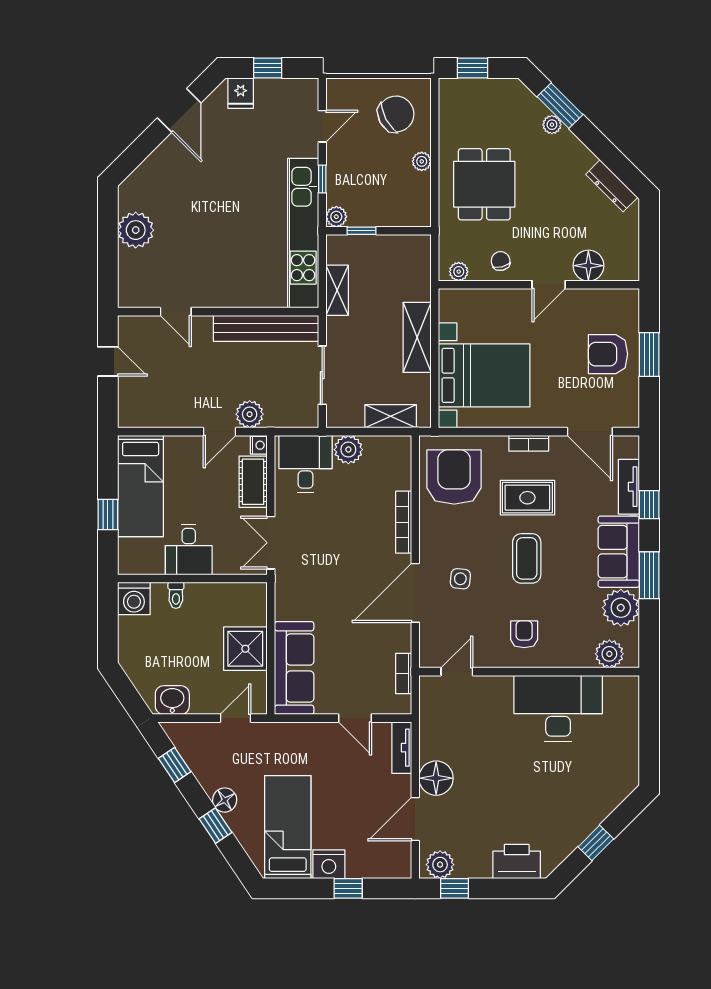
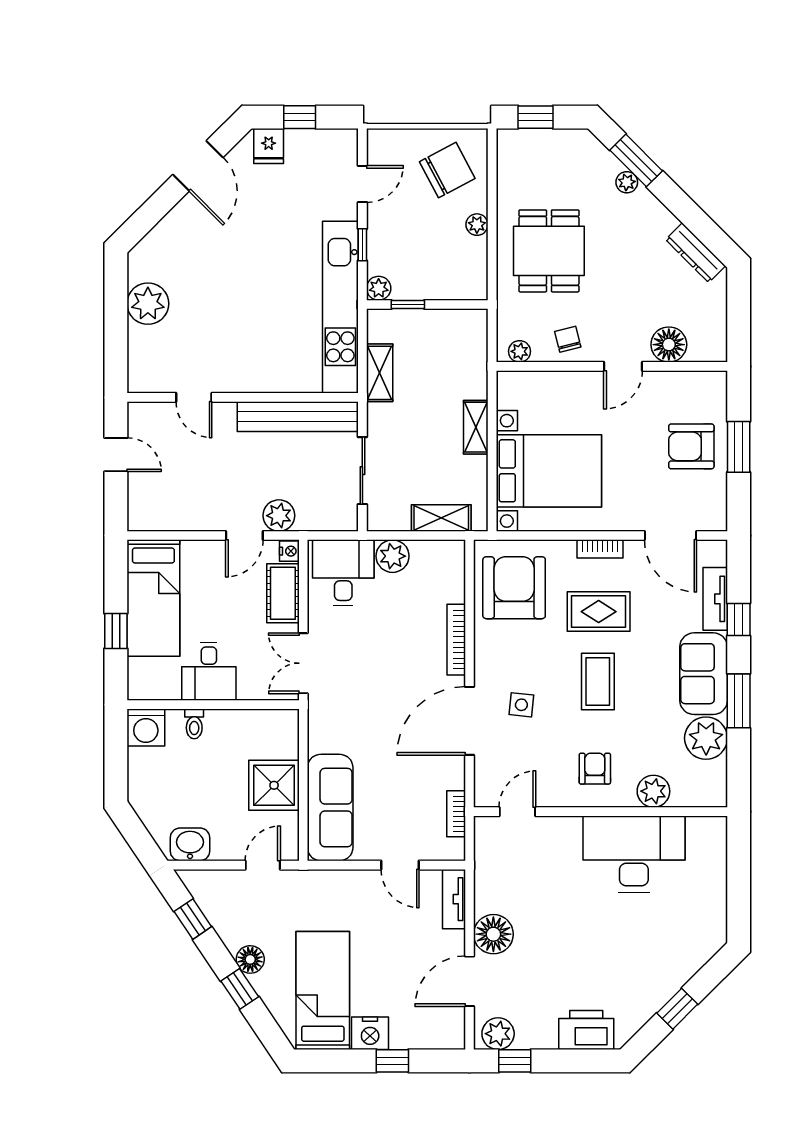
shelving: (417, 337) -> (476, 427), width x0.67, depth x0.75
plant: (609, 654) -> (653, 791), moved

